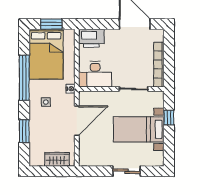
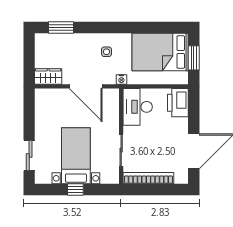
window: (24, 78) -> (134, 28), removed
window: (169, 117) -> (75, 189), moved
window: (24, 131) -> (61, 28), moved
wardrobe: (57, 159) -> (48, 76), moved, turned -90
sliding door: (126, 171) -> (29, 155), moved

